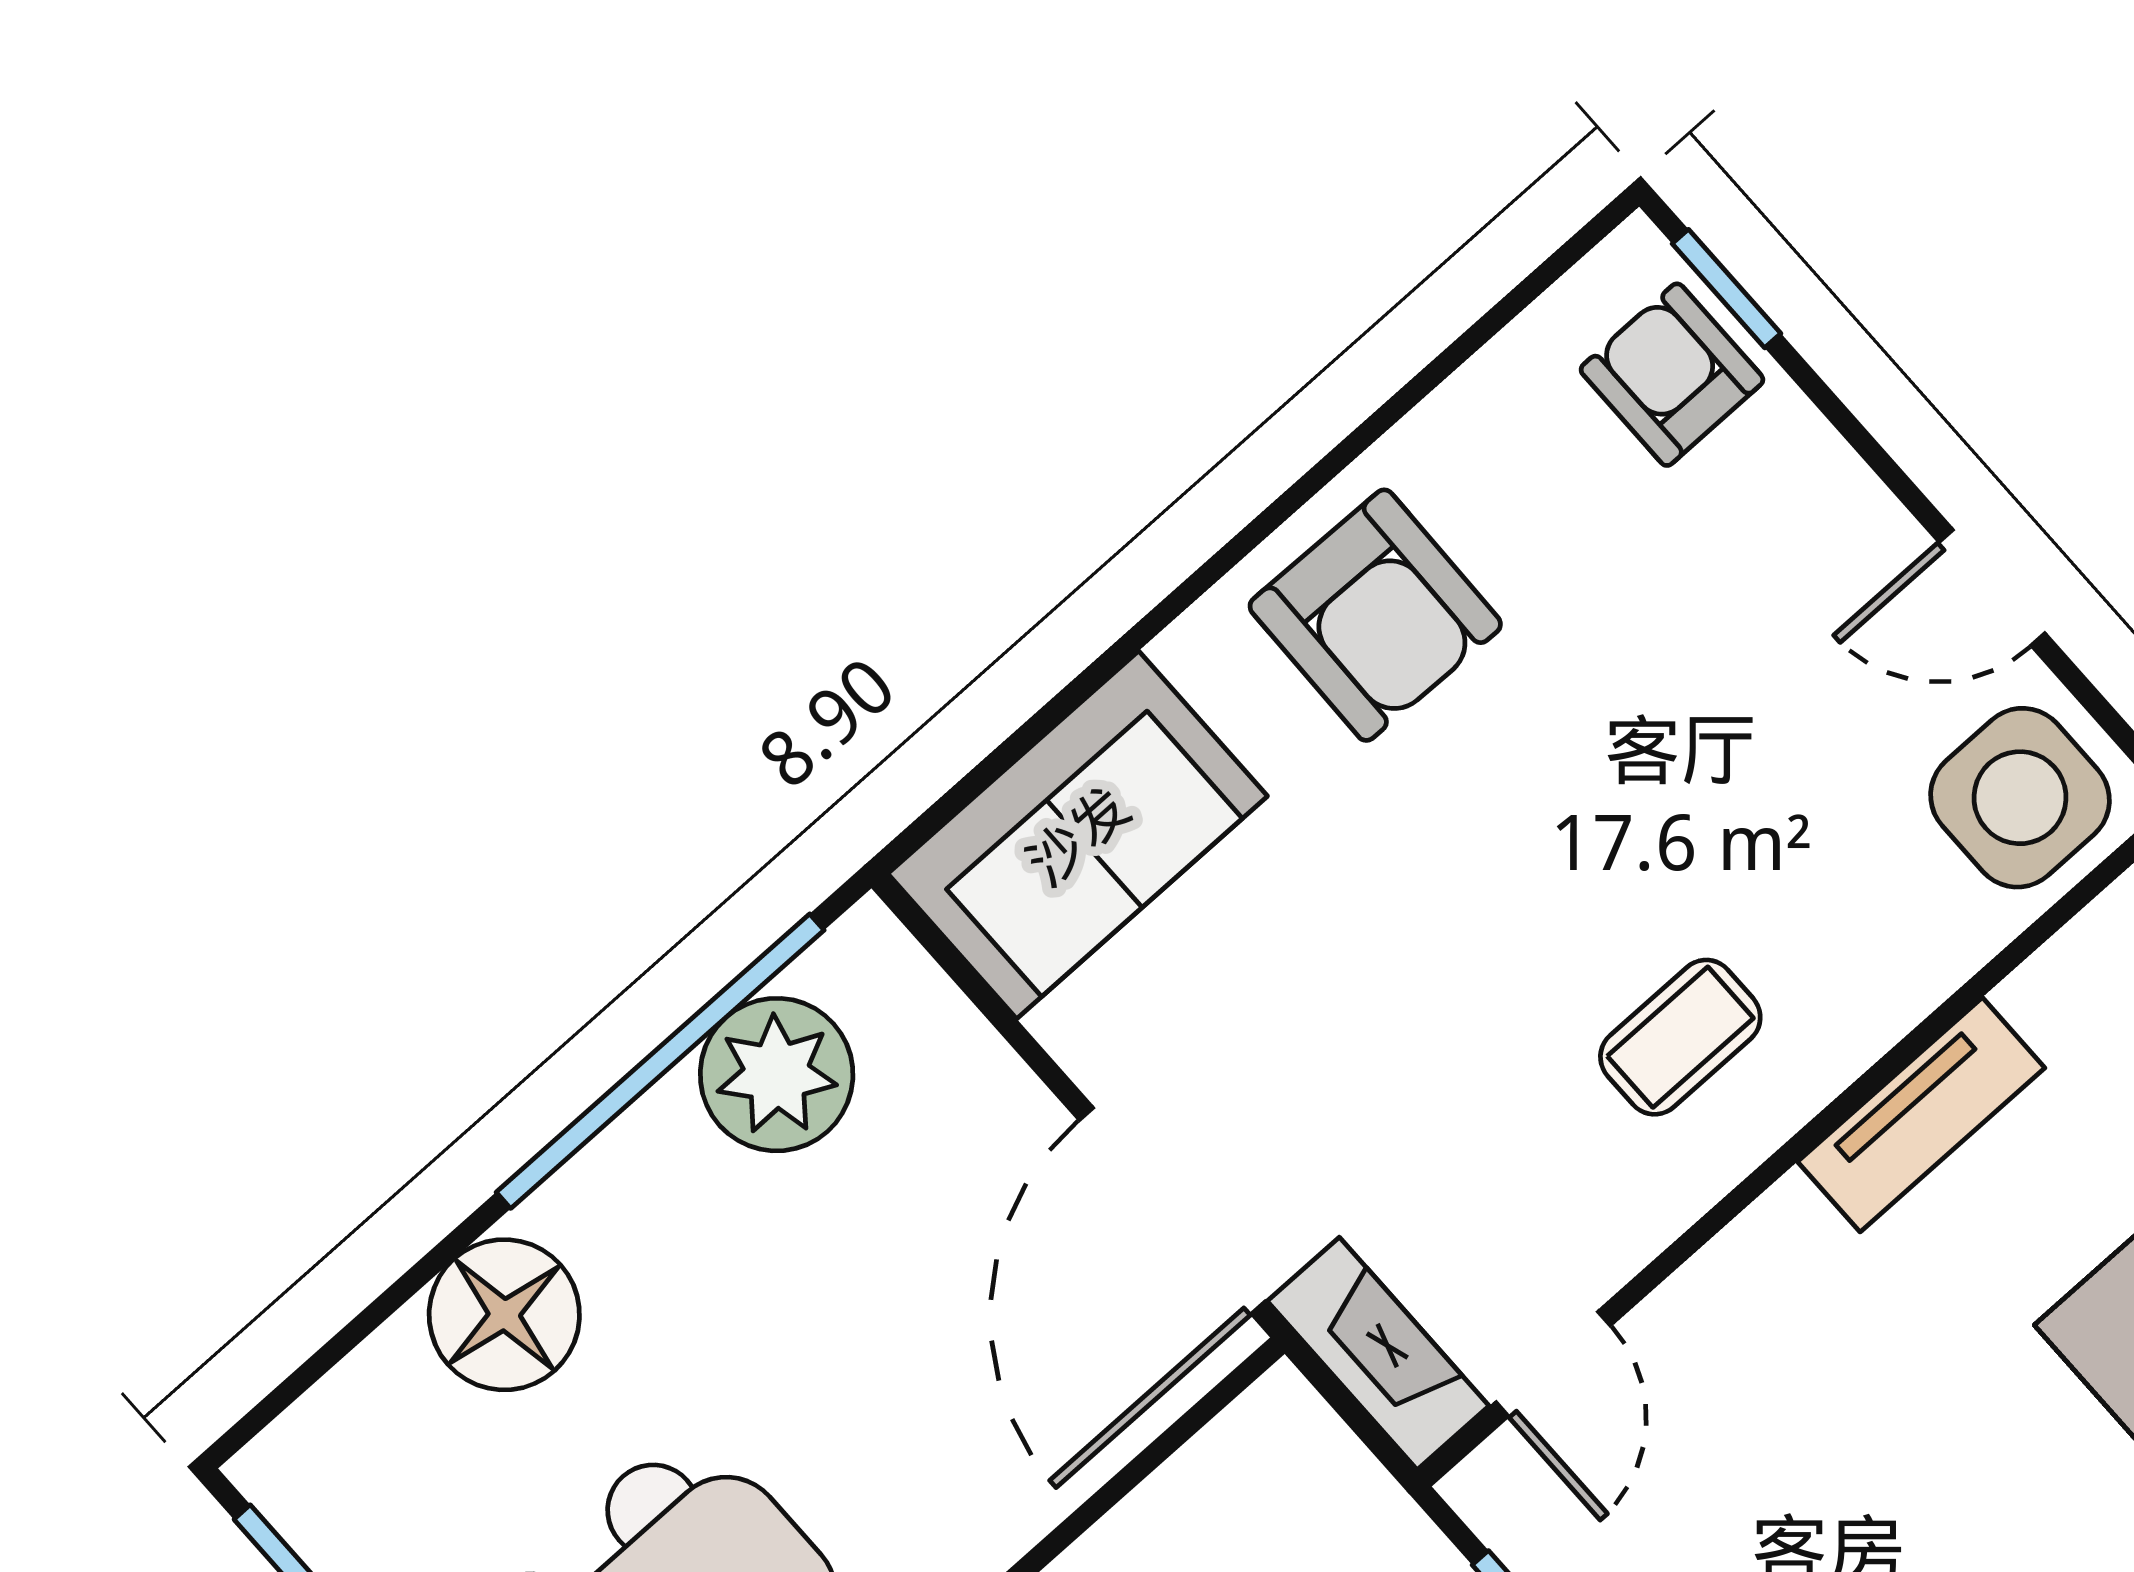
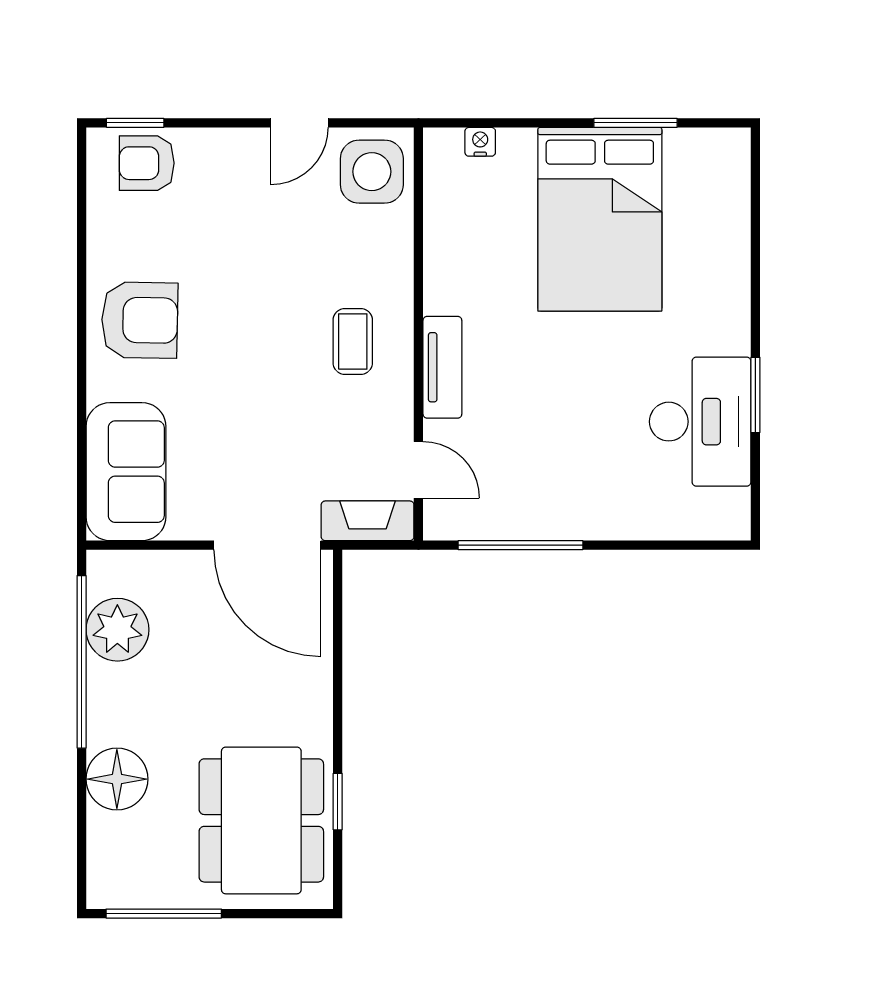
tv unit: (1921, 1115) -> (442, 367), moved

